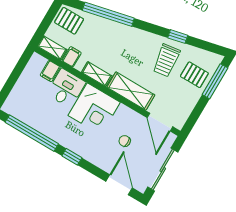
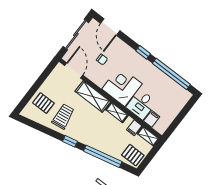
window: (178, 37) -> (70, 141), moved
window: (215, 81) -> (28, 96), removed

